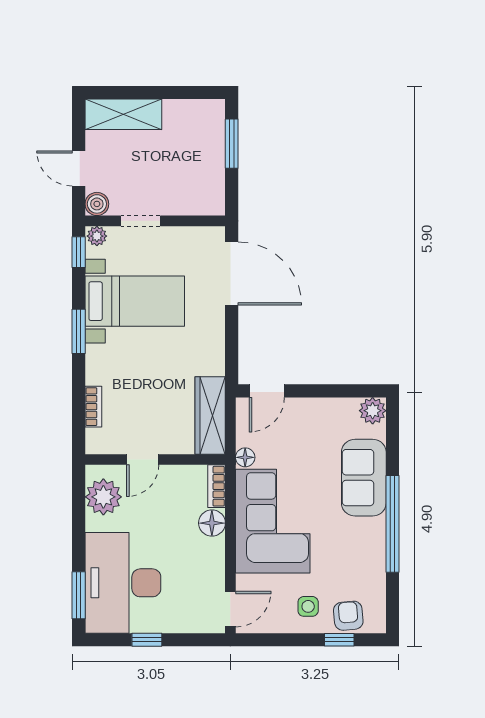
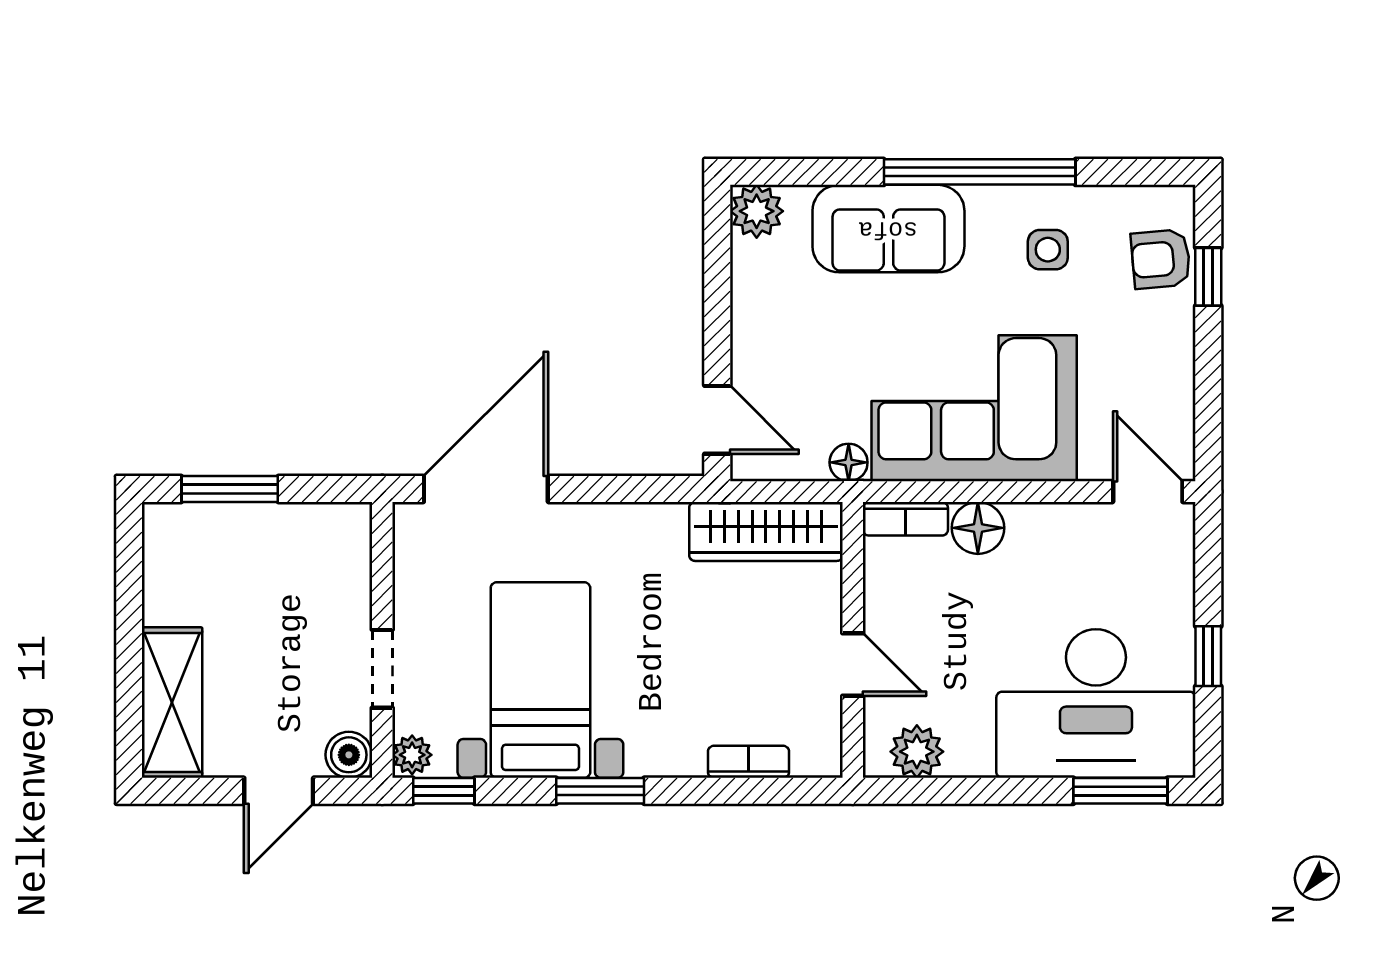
plant: (103, 497) -> (917, 752), width x0.73, depth x0.73
side table: (308, 606) -> (1048, 250), moved

